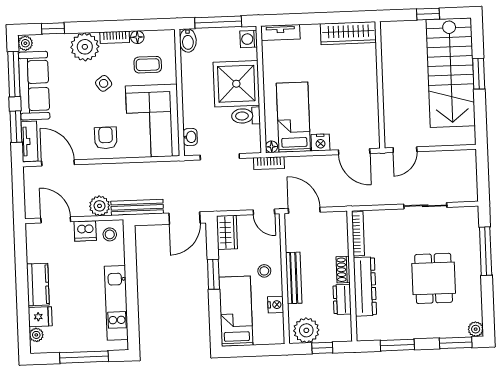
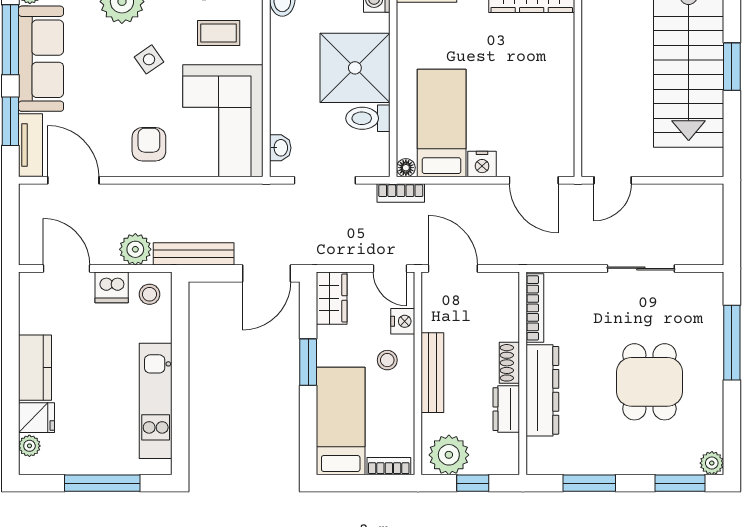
nightstand: (276, 305) -> (403, 321), moved
bookcase: (268, 339) -> (389, 466), added

